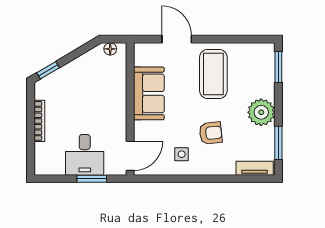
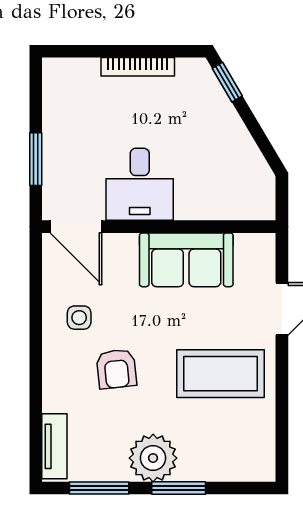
floor lamp: (110, 49) -> (265, 192), removed
window: (278, 67) -> (179, 488), moved
desk: (85, 155) -> (140, 184), moved, turned -90

